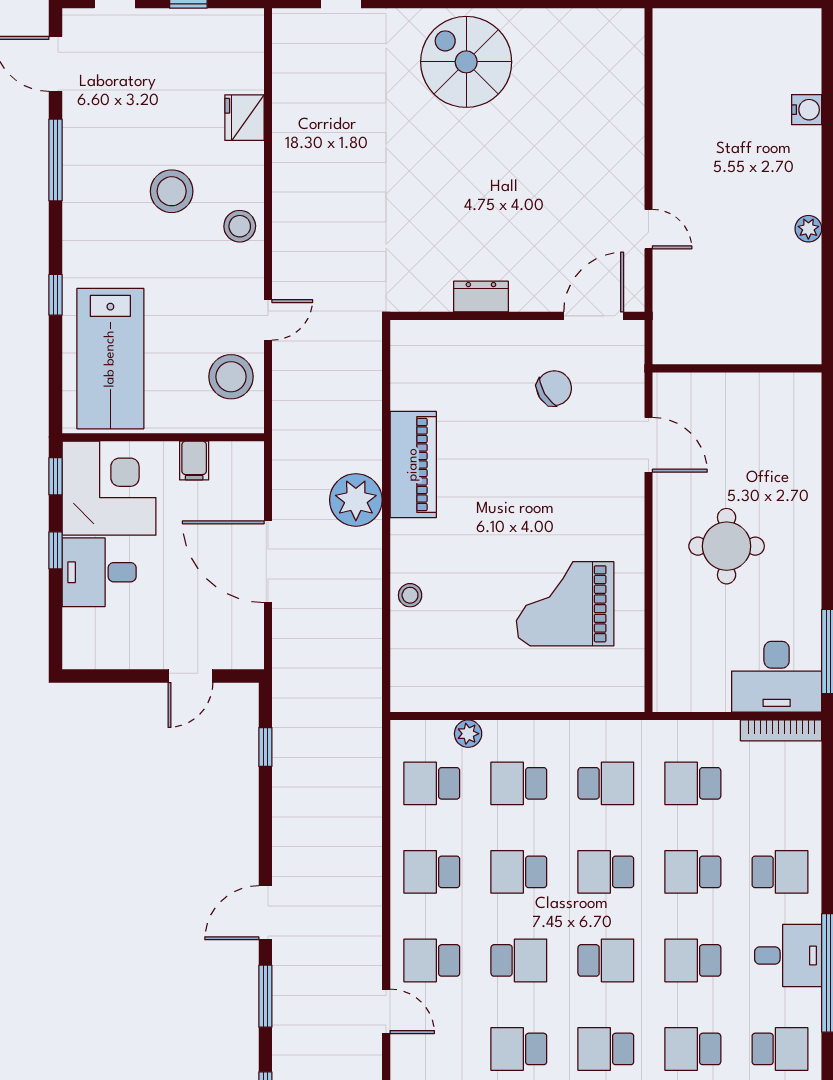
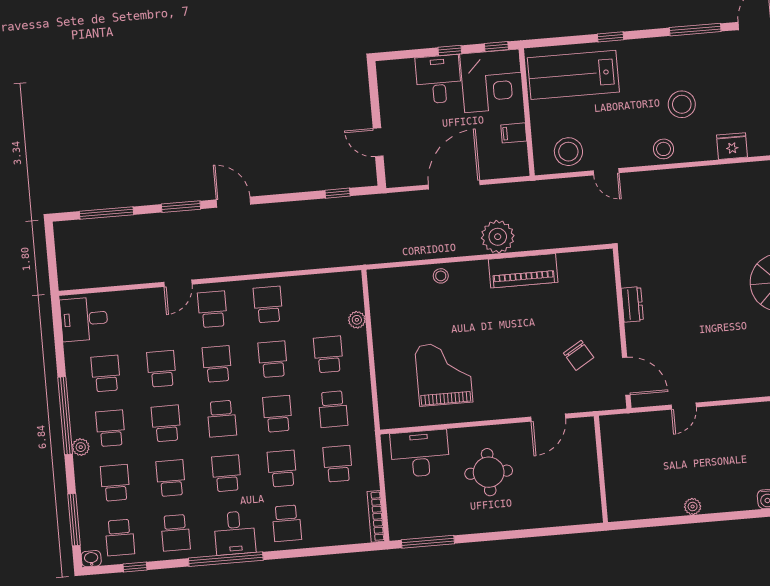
desk: (777, 677) -> (420, 454), moved, turned 90
school desk: (432, 783) -> (324, 300), removed
school desk: (519, 960) -> (217, 364), turned 180

